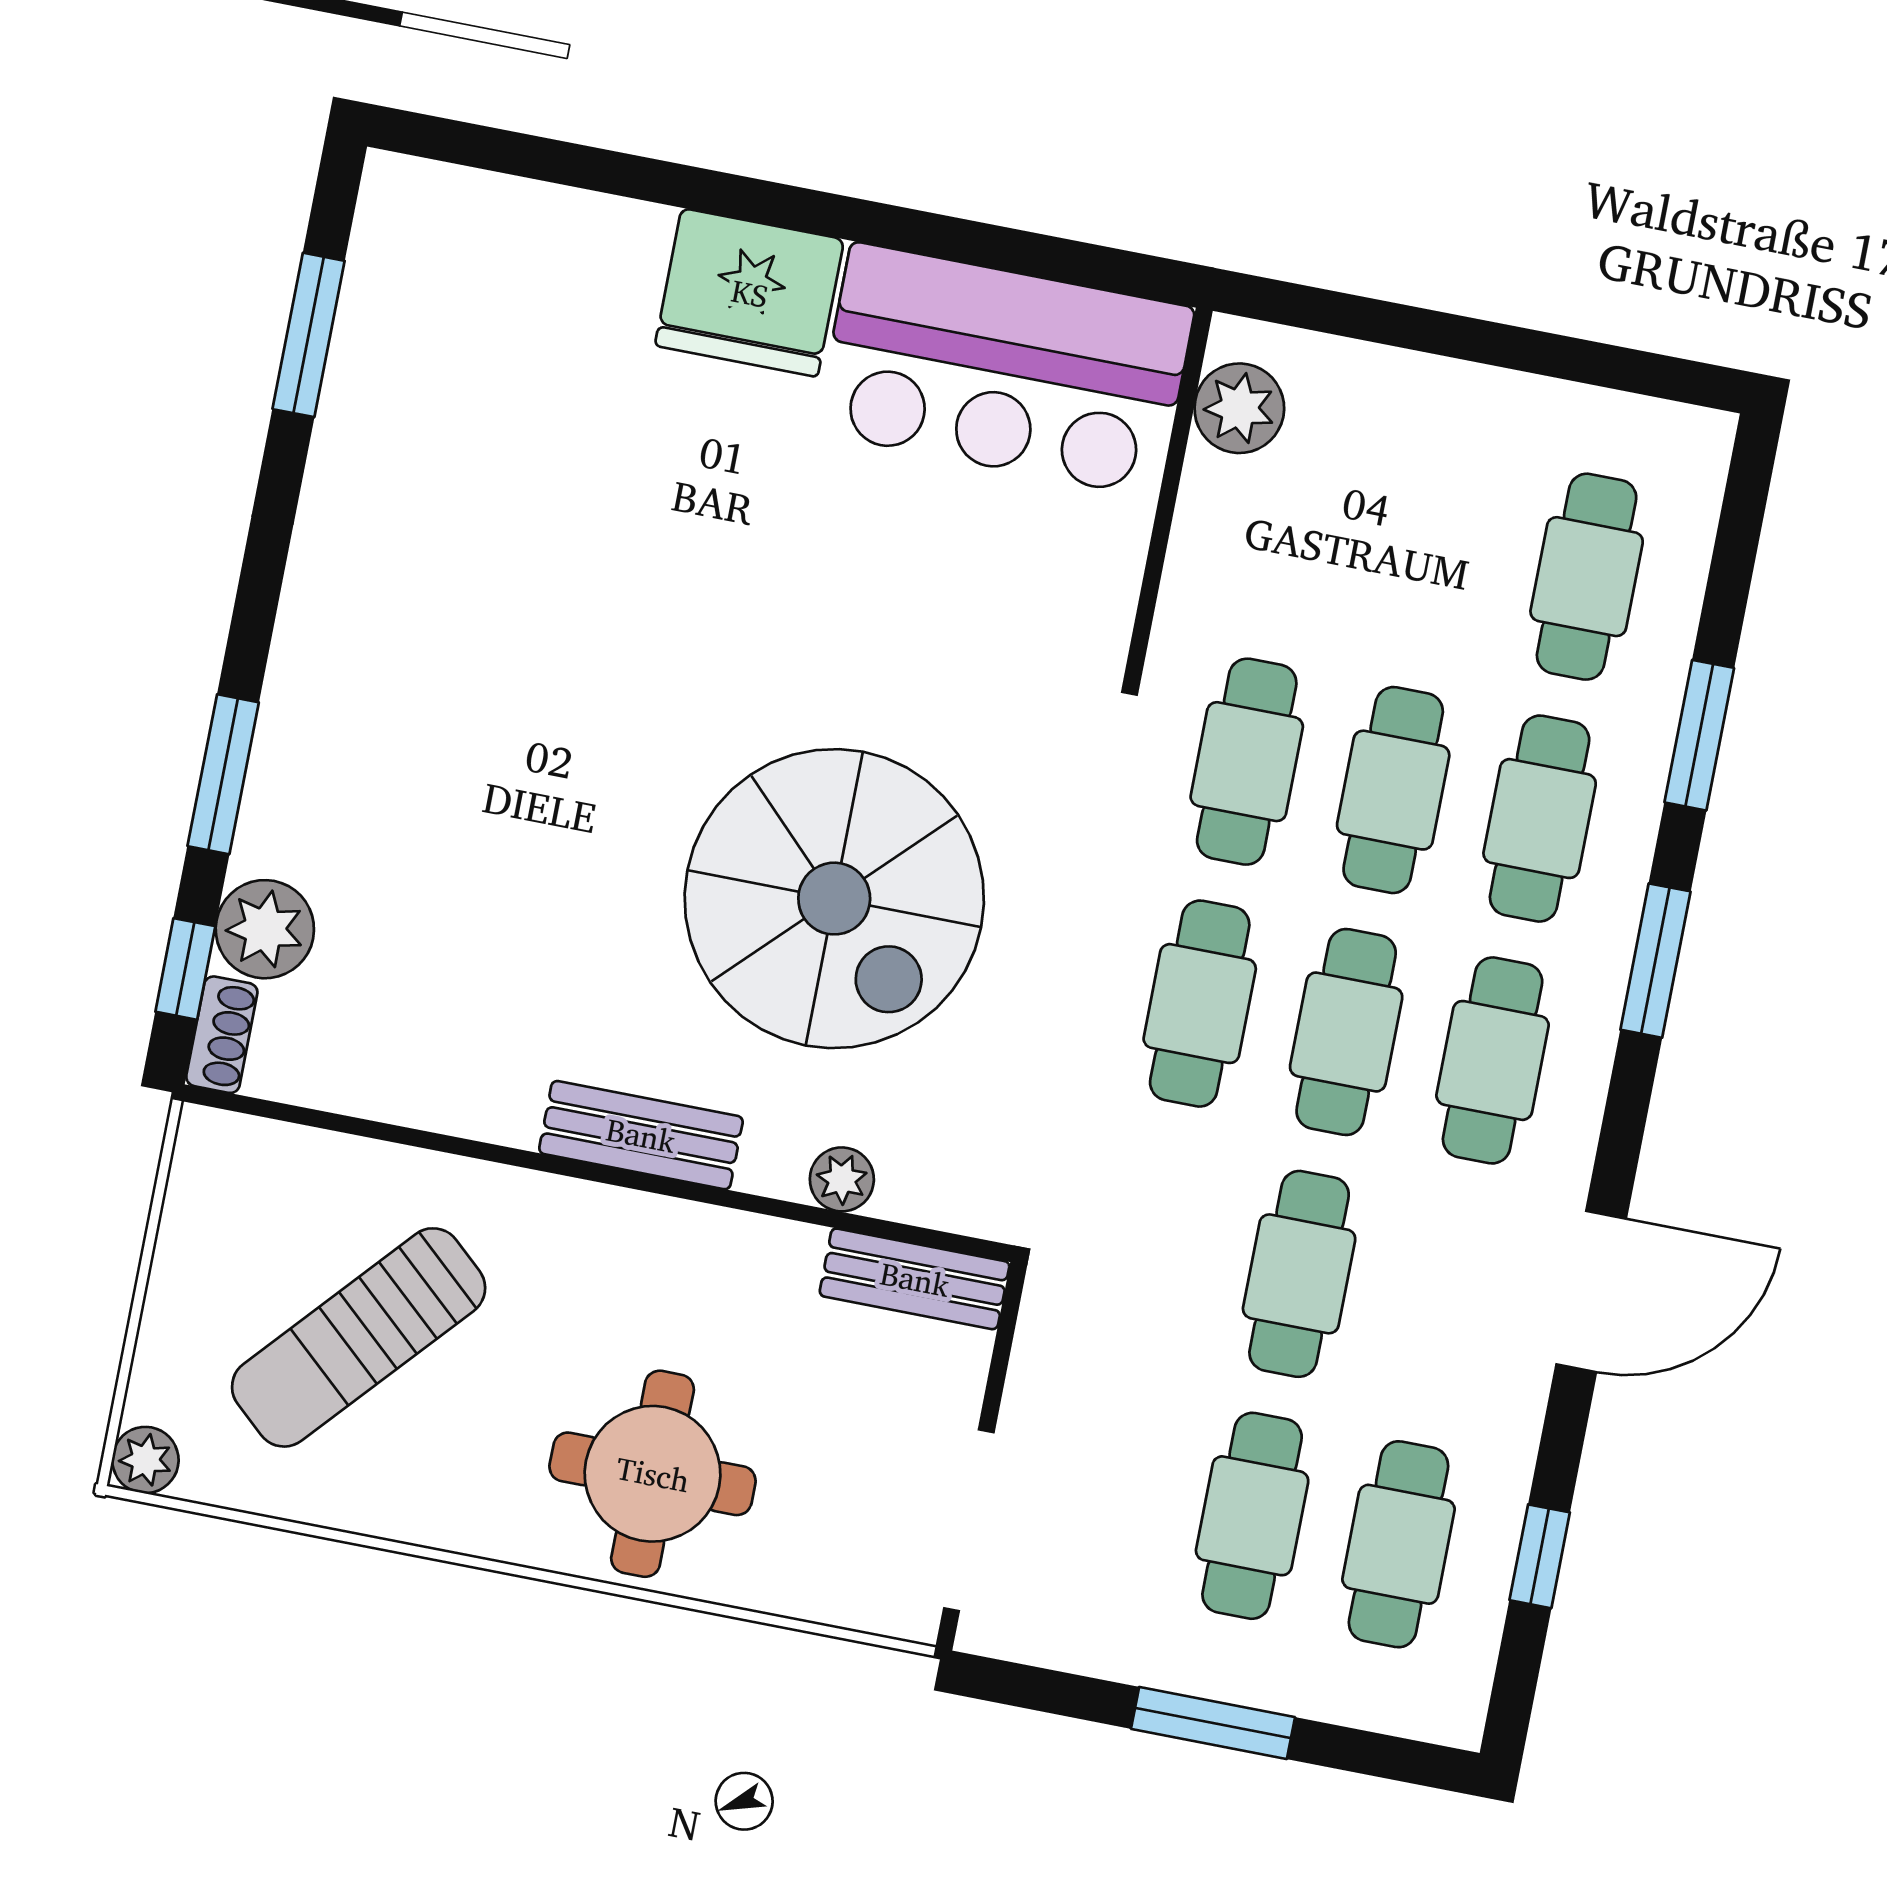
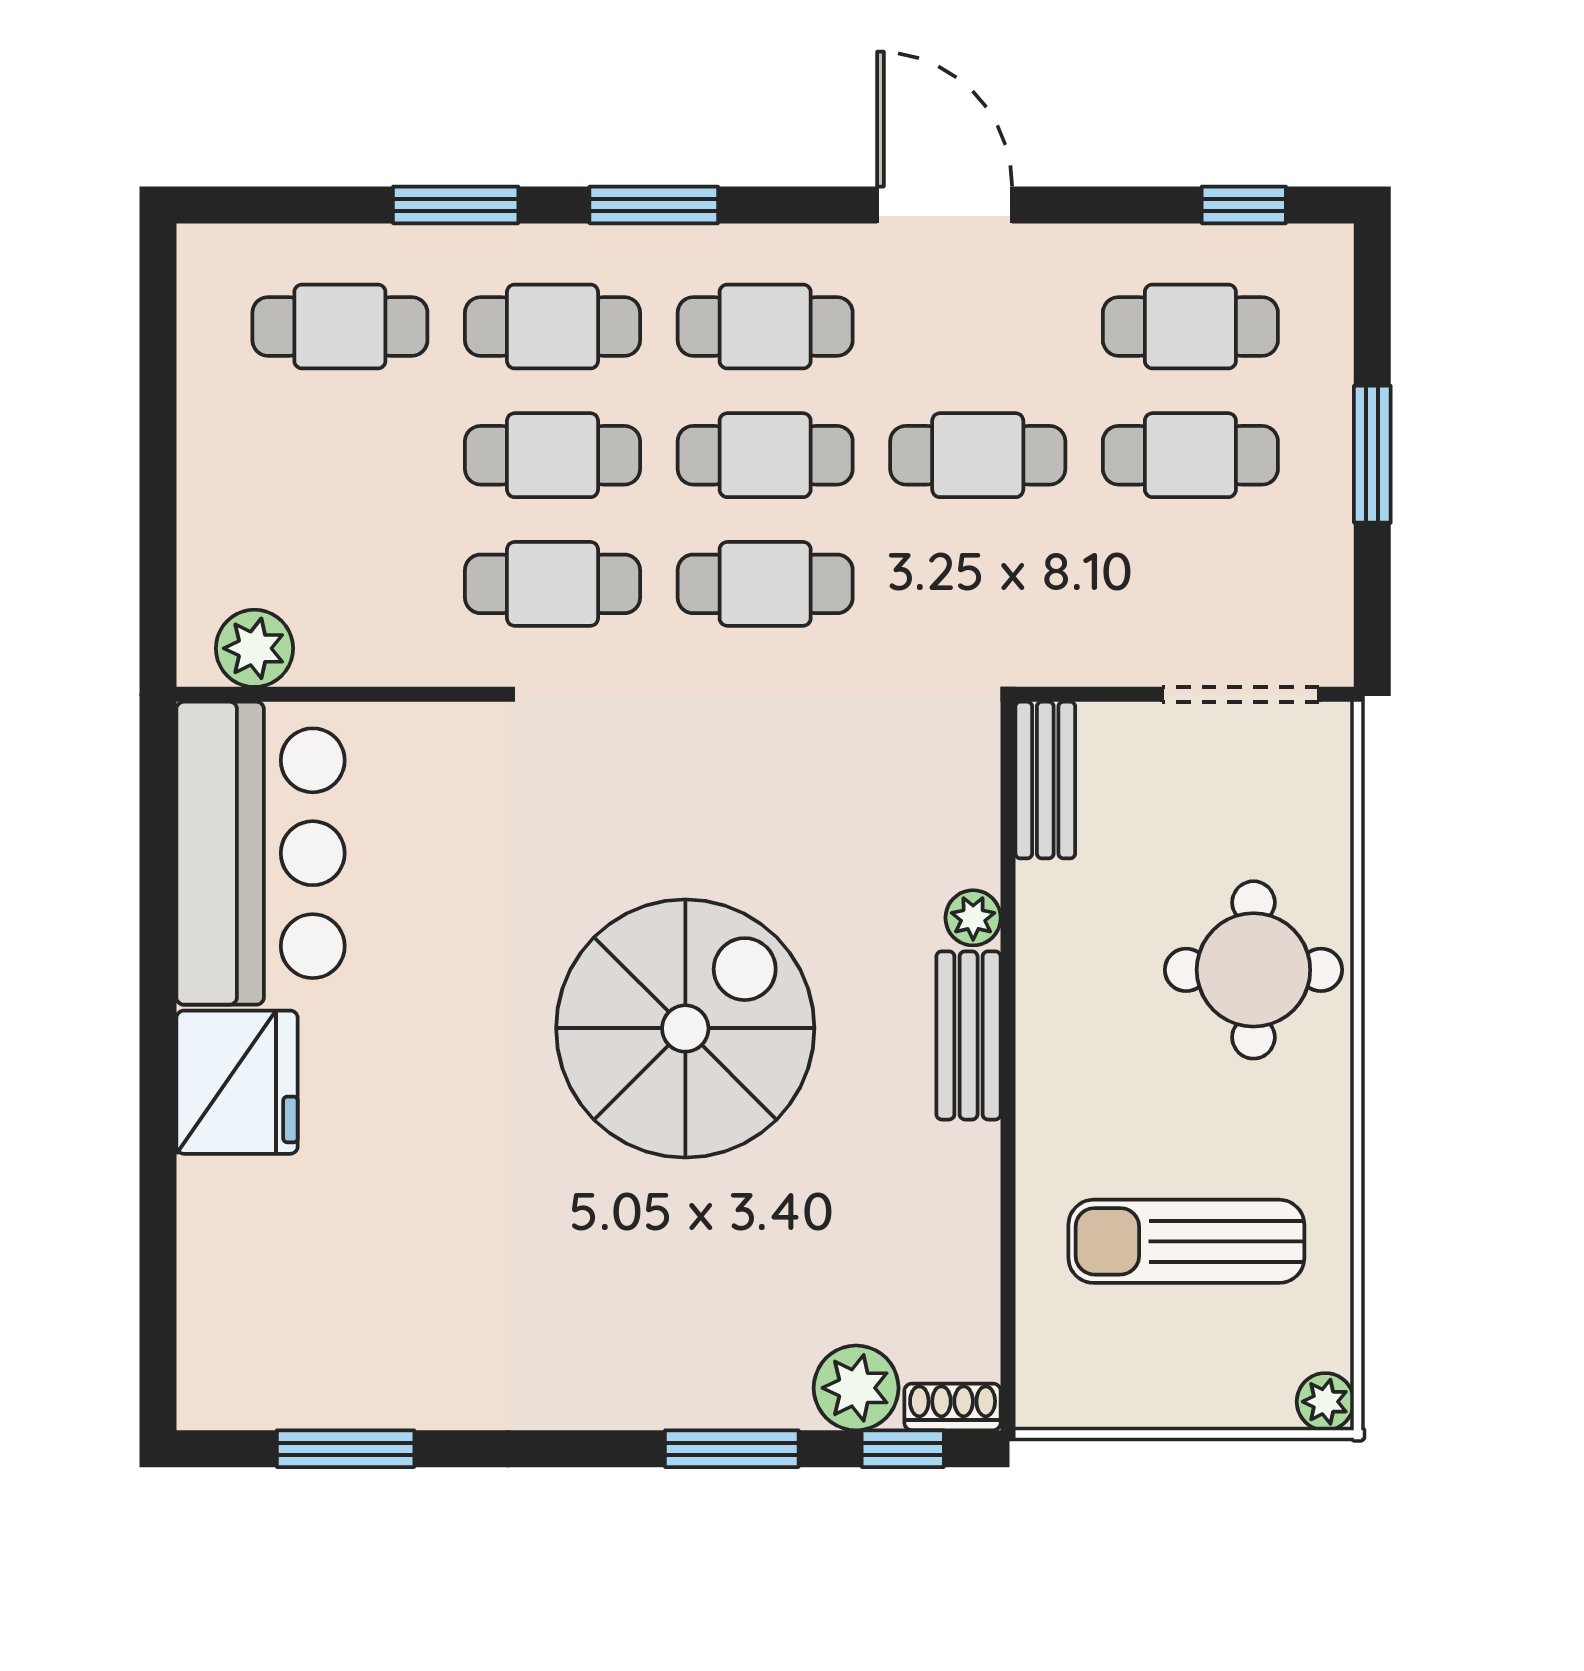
spiral stairs: (834, 899) -> (685, 1028), moved
plant: (842, 1179) -> (973, 918), moved
sun lounger: (359, 1337) -> (1186, 1241), turned 138
window: (1540, 1556) -> (1244, 205), moved

